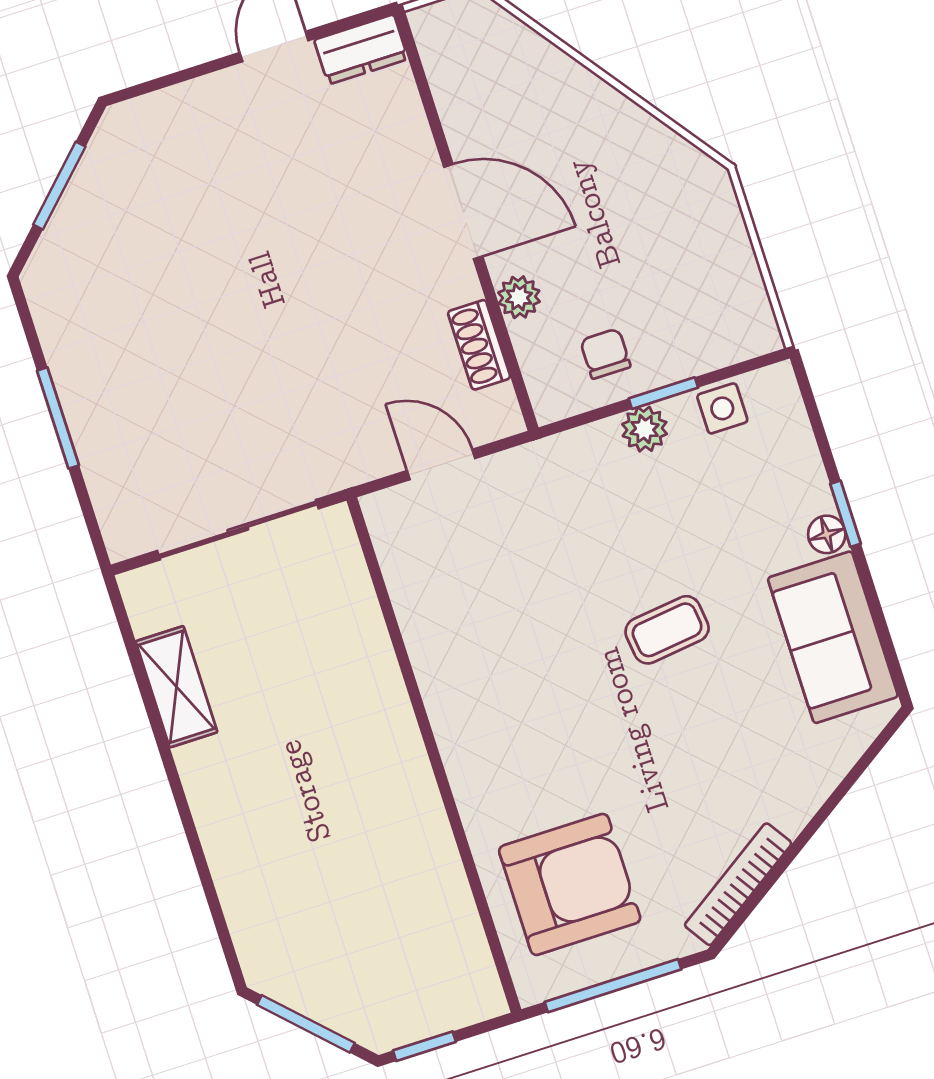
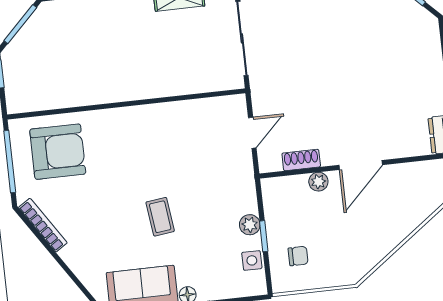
chair: (605, 354) -> (298, 256), moved
armchair: (570, 884) -> (58, 152), turned -90

